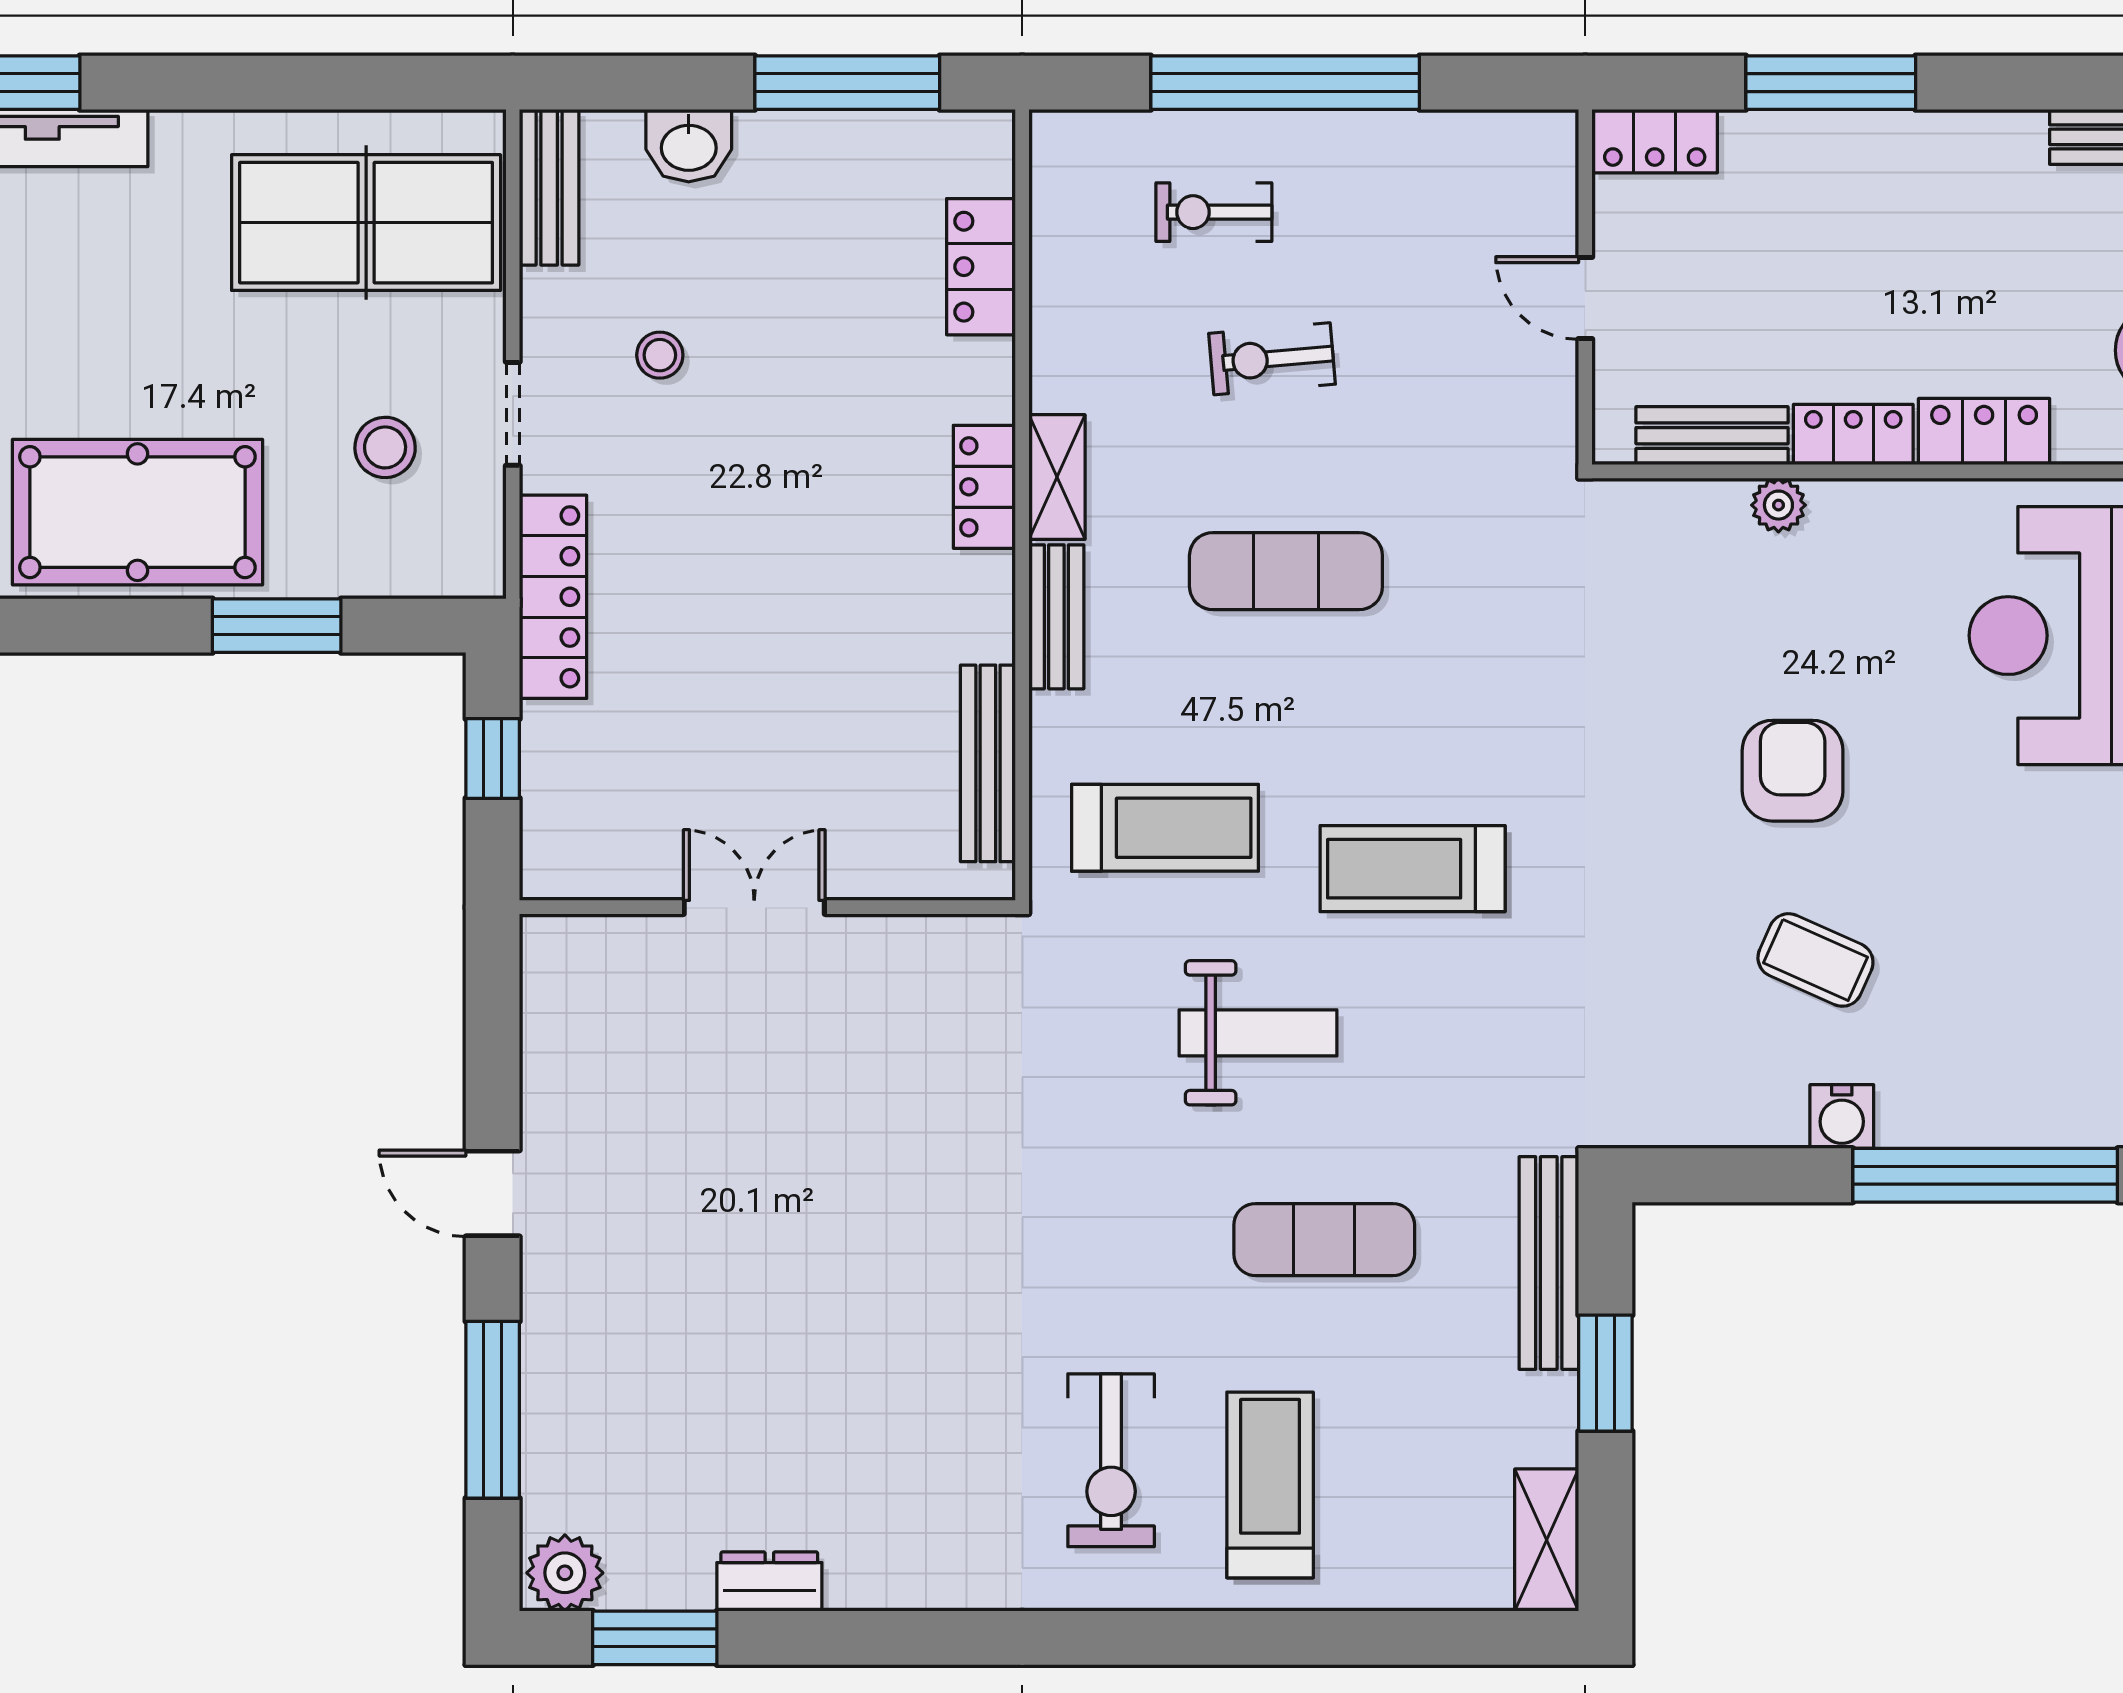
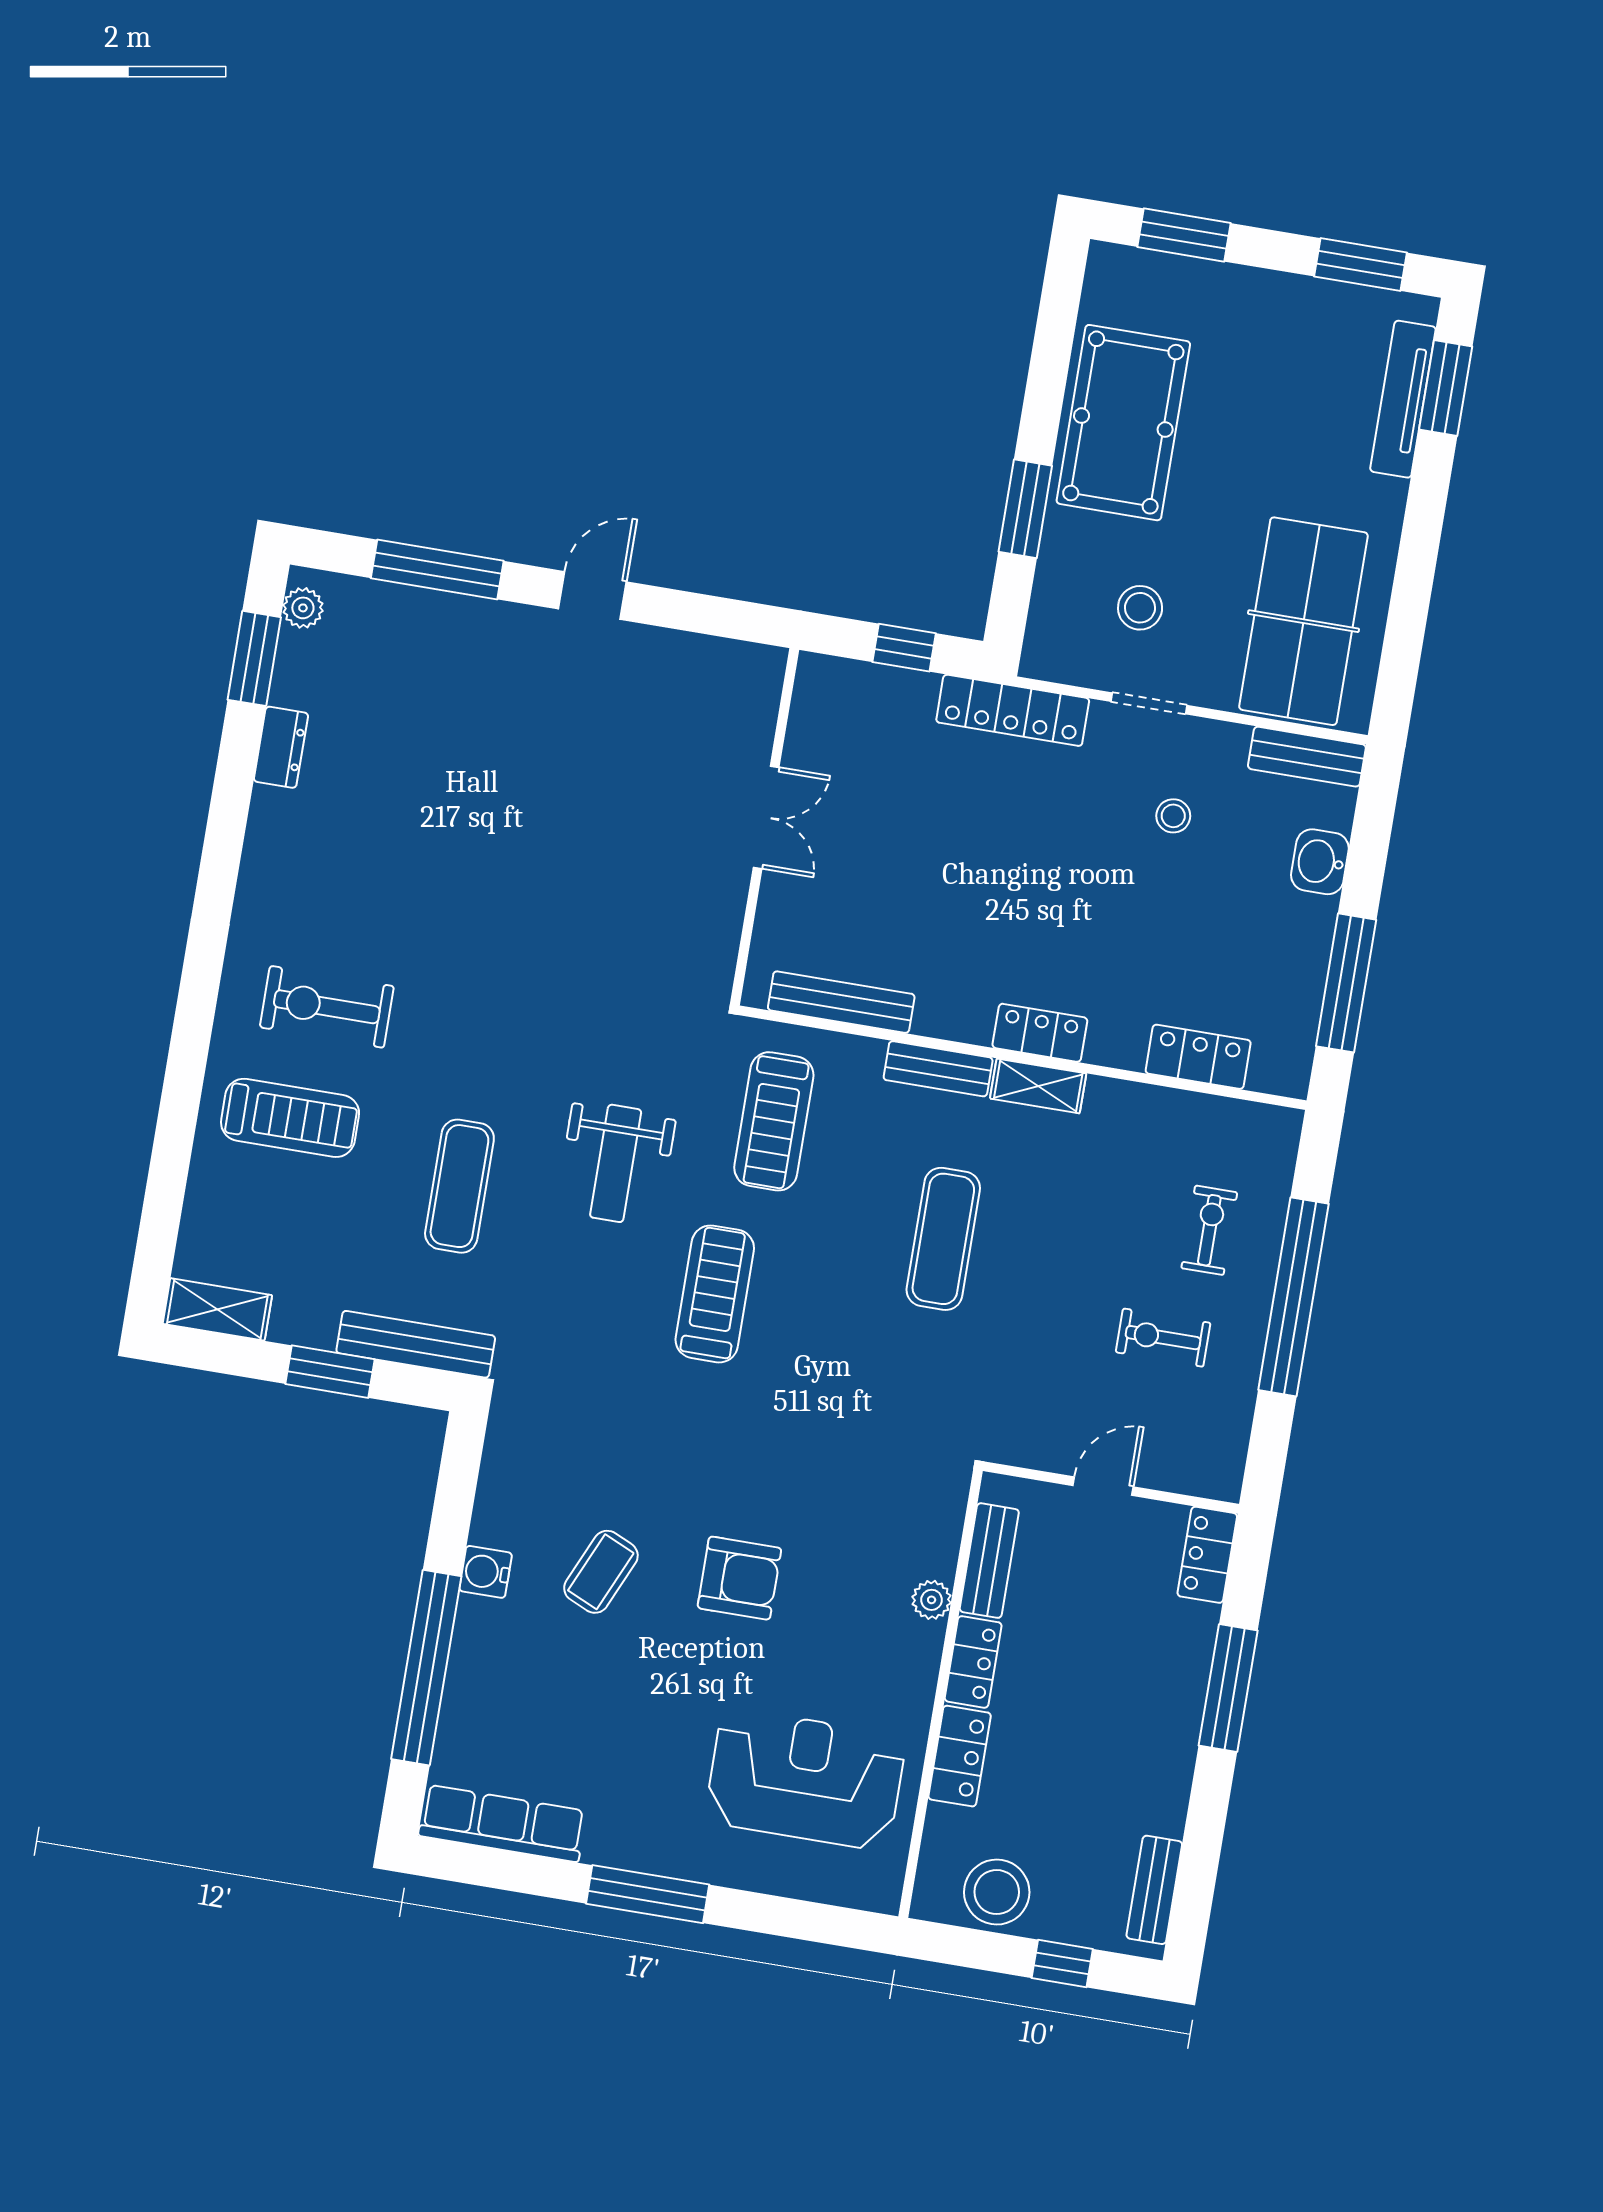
exercise bike: (1272, 359) -> (1163, 1338), moved, turned -85
plant: (565, 1573) -> (303, 608), width x0.73, depth x0.73

